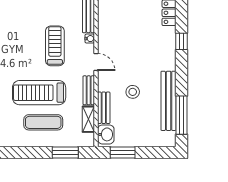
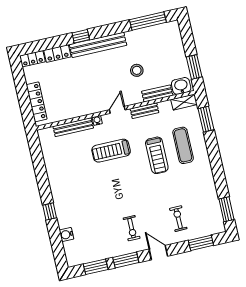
treadmill: (39, 93) -> (157, 155), width x0.73, depth x0.73
bench: (169, 101) -> (98, 45), moved
shelving: (88, 119) -> (184, 102), moved

